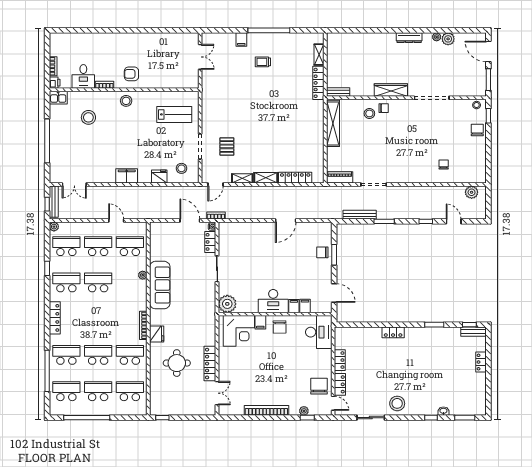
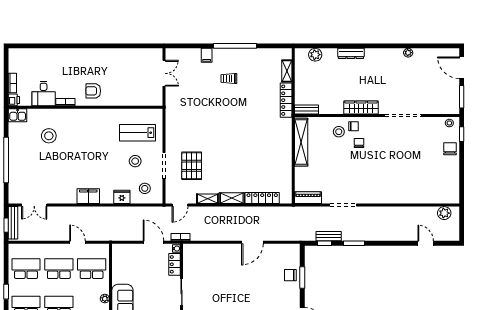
dresser: (409, 38) -> (351, 53), moved
plant: (448, 39) -> (315, 55), moved
stool: (126, 101) -> (135, 161), moved
lab bench: (174, 114) -> (137, 133), turned 180
pallet: (227, 146) -> (192, 166), width x1.50, depth x1.42
chair: (444, 165) -> (359, 143), moved
bench: (360, 215) -> (329, 236), width x0.73
window: (426, 221) -> (324, 243), moved
plant: (54, 227) -> (13, 248), removed

